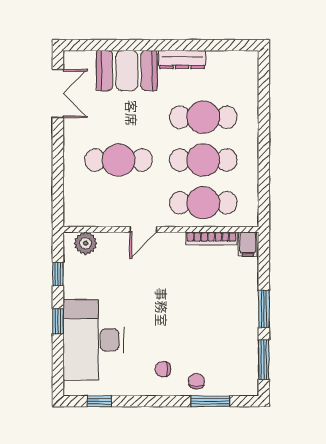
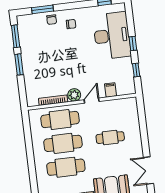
cafe table: (119, 160) -> (110, 138), width x0.73, depth x0.74
plant: (86, 243) -> (74, 95), moved
filing cabinet: (248, 244) -> (110, 90), moved

